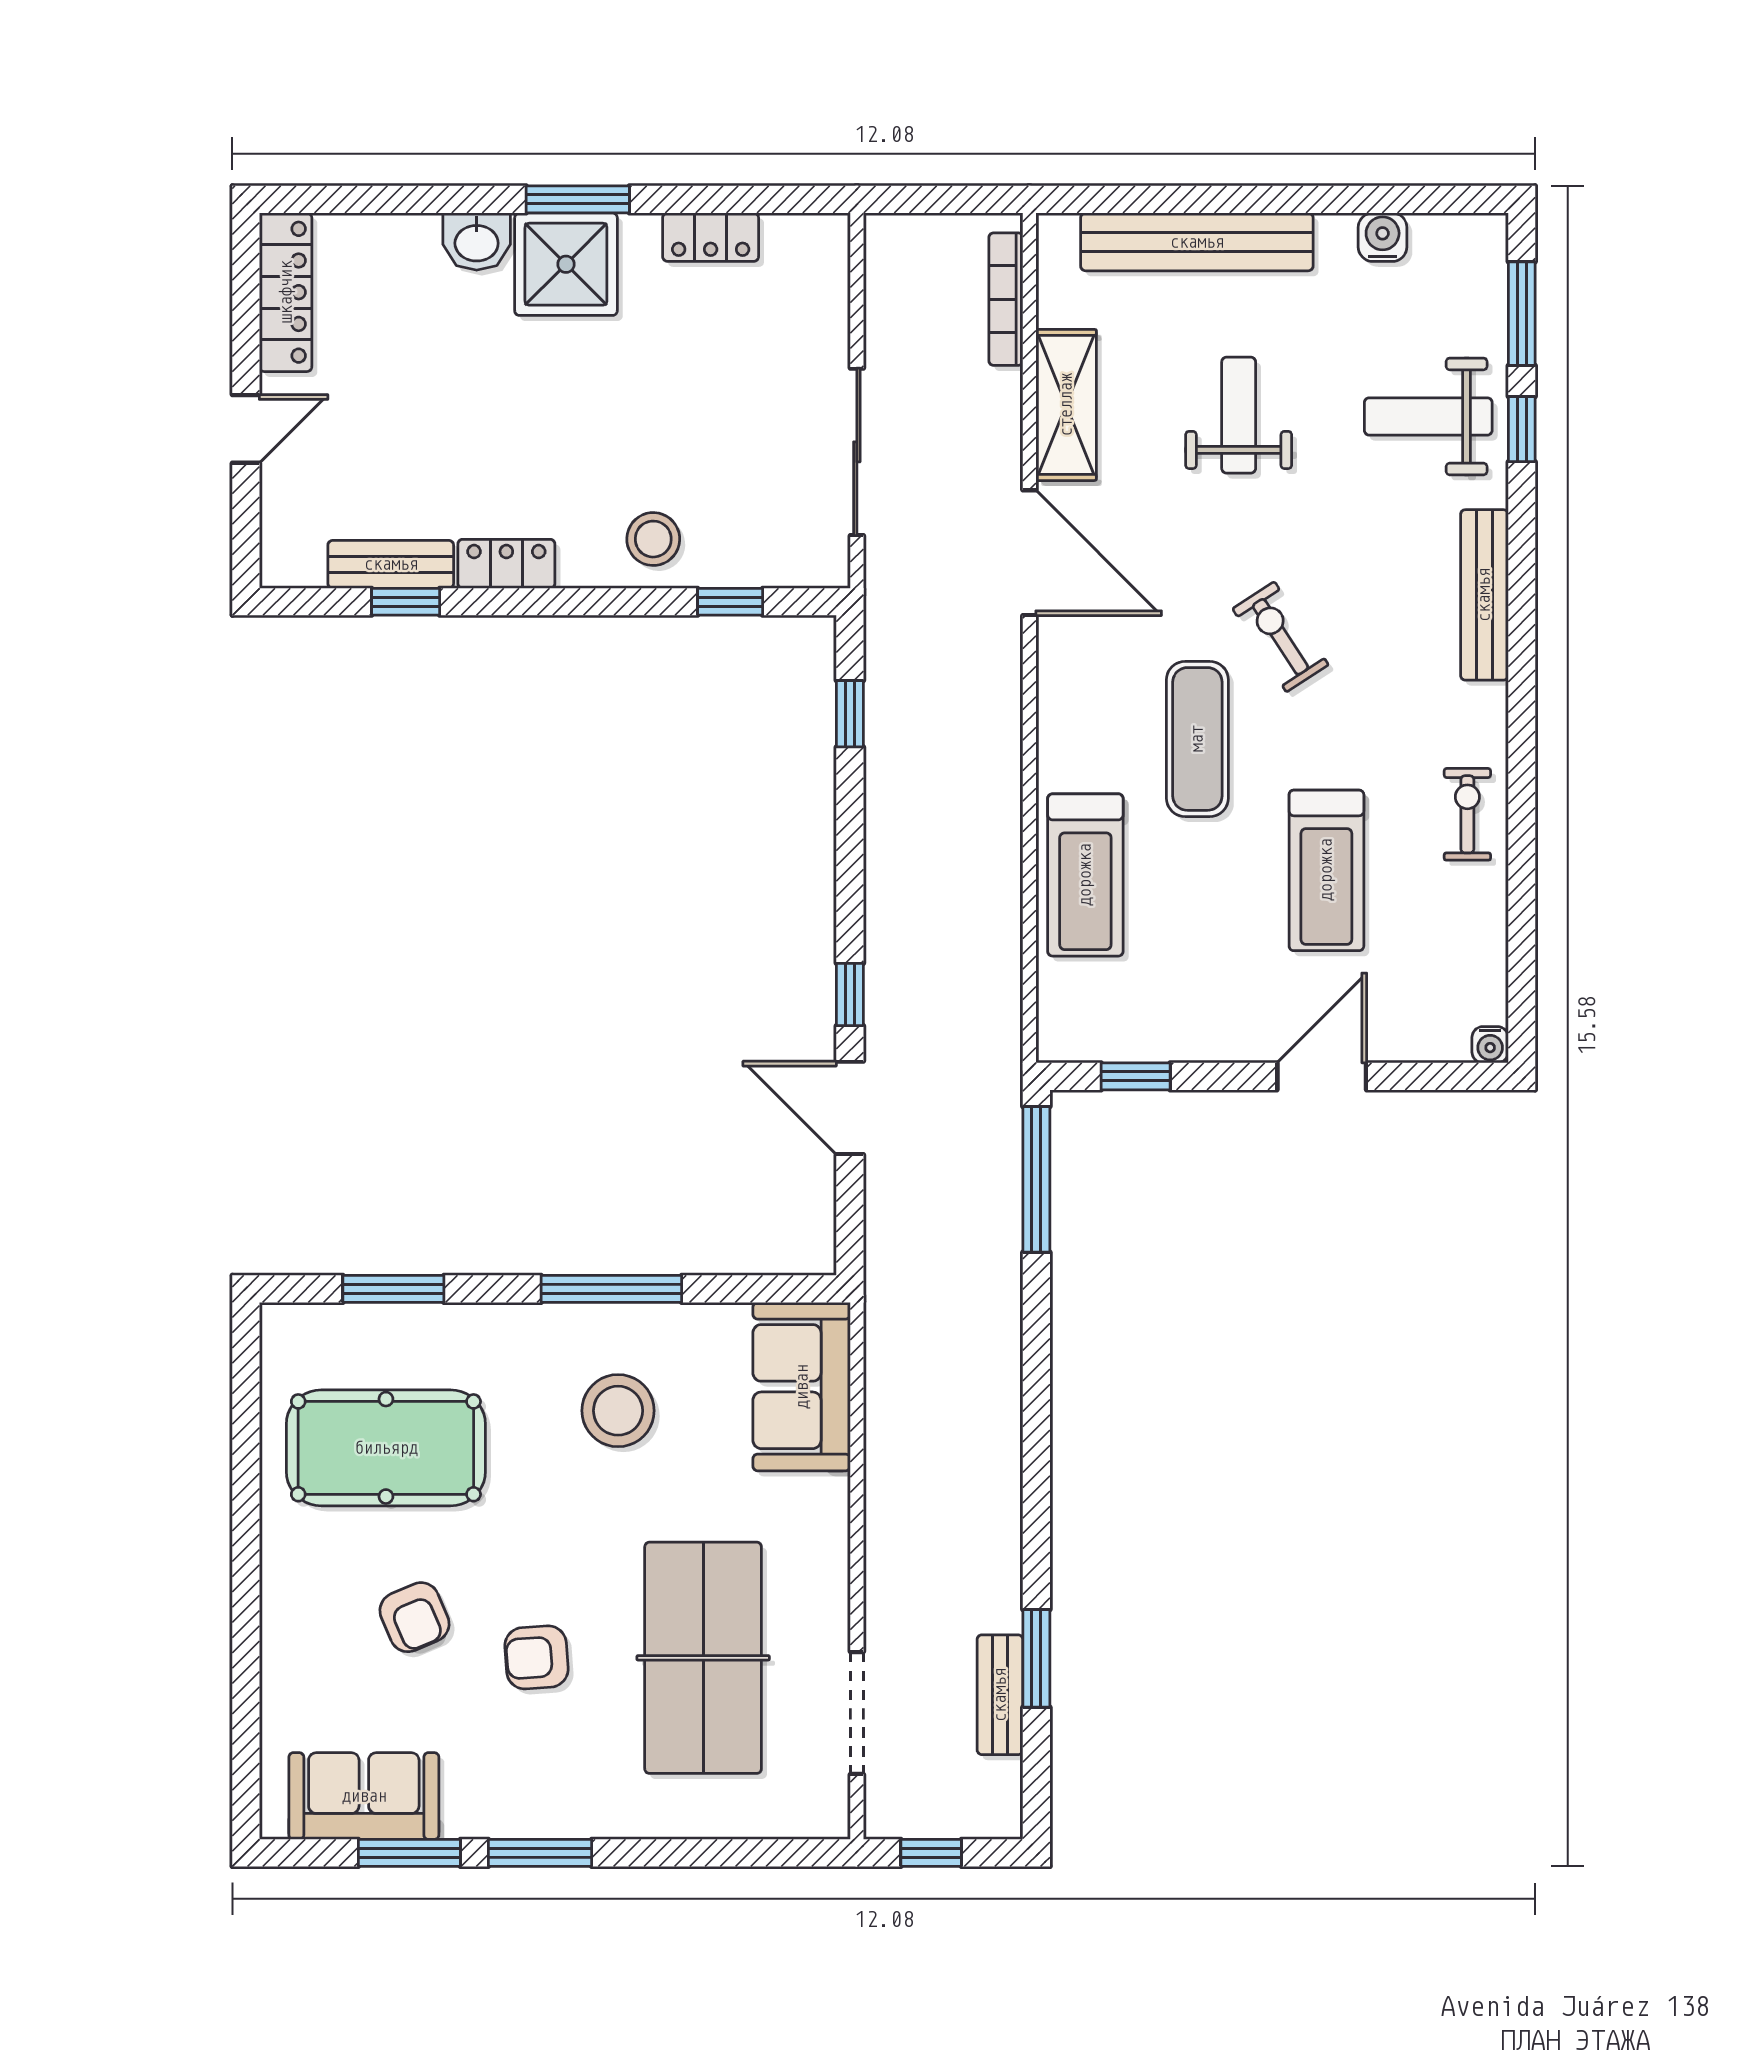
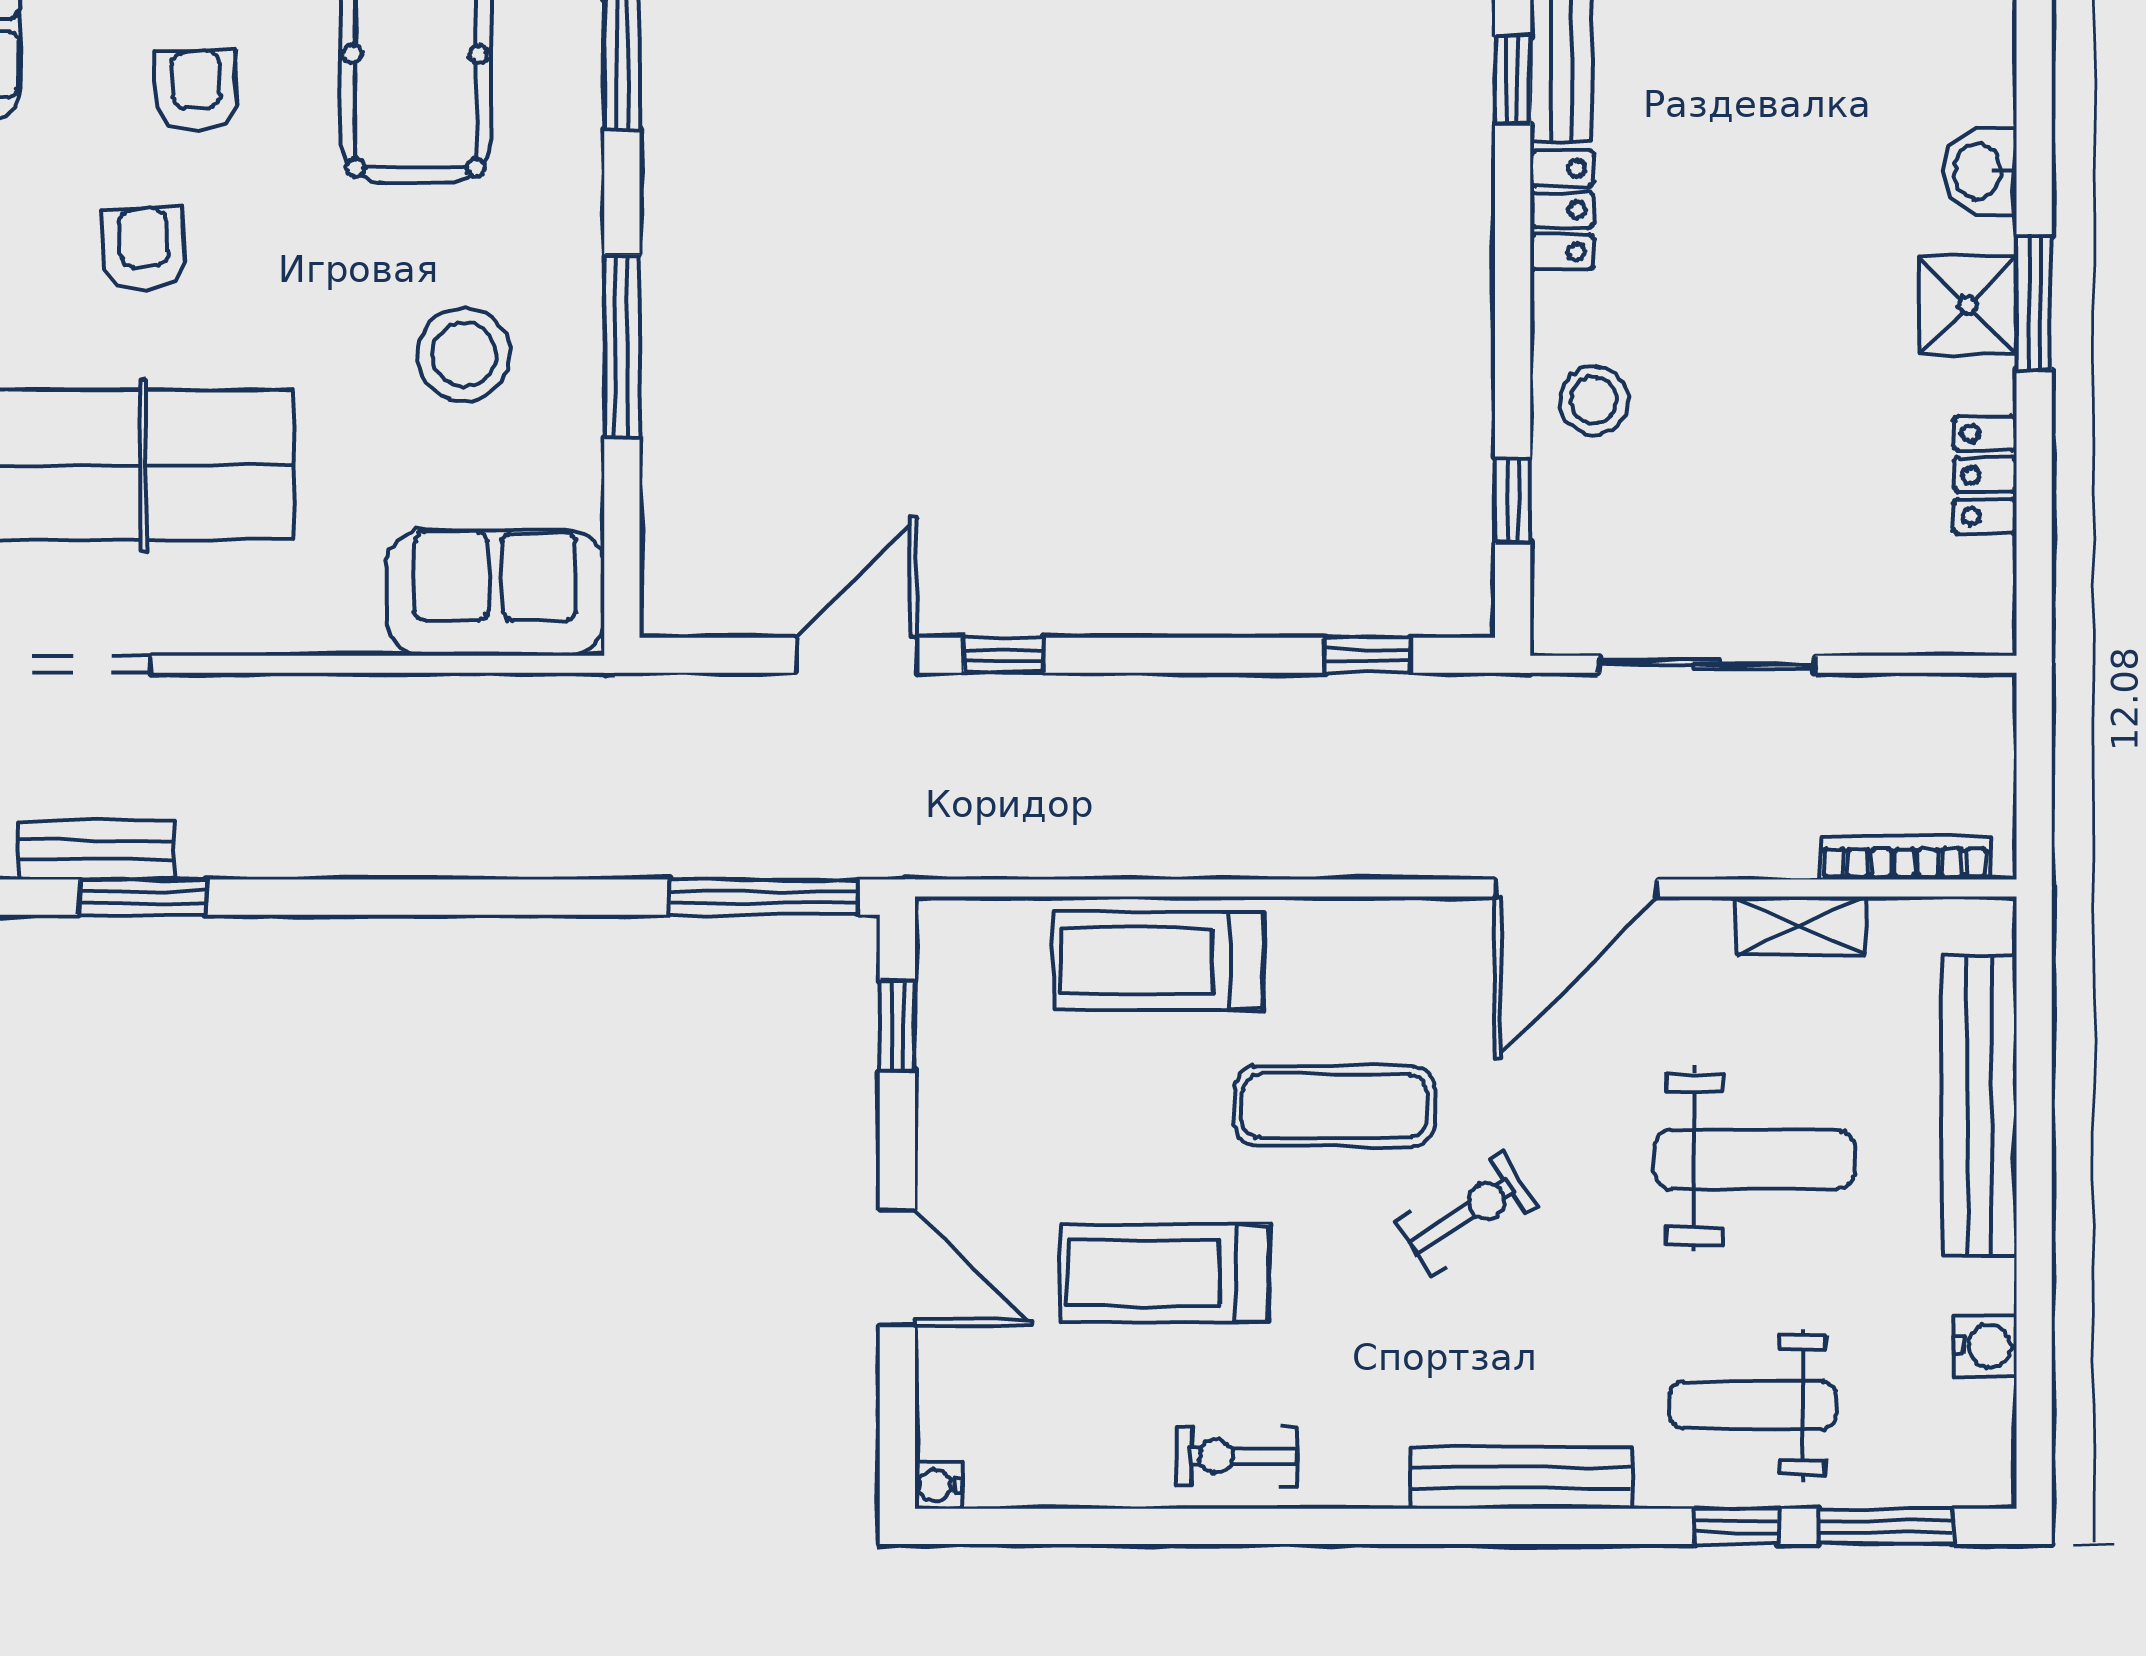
shower: (566, 264) -> (1968, 305), width x0.73, depth x0.73
shelving: (1066, 405) -> (1800, 926), width x0.67, depth x0.75
weight bench: (1239, 415) -> (1754, 1159), width x1.36, depth x1.33
weight bench: (1428, 416) -> (1753, 1405), turned -90
exercise bike: (1467, 814) -> (1237, 1456), turned 180
armchair: (414, 1617) -> (196, 91), turned 111

